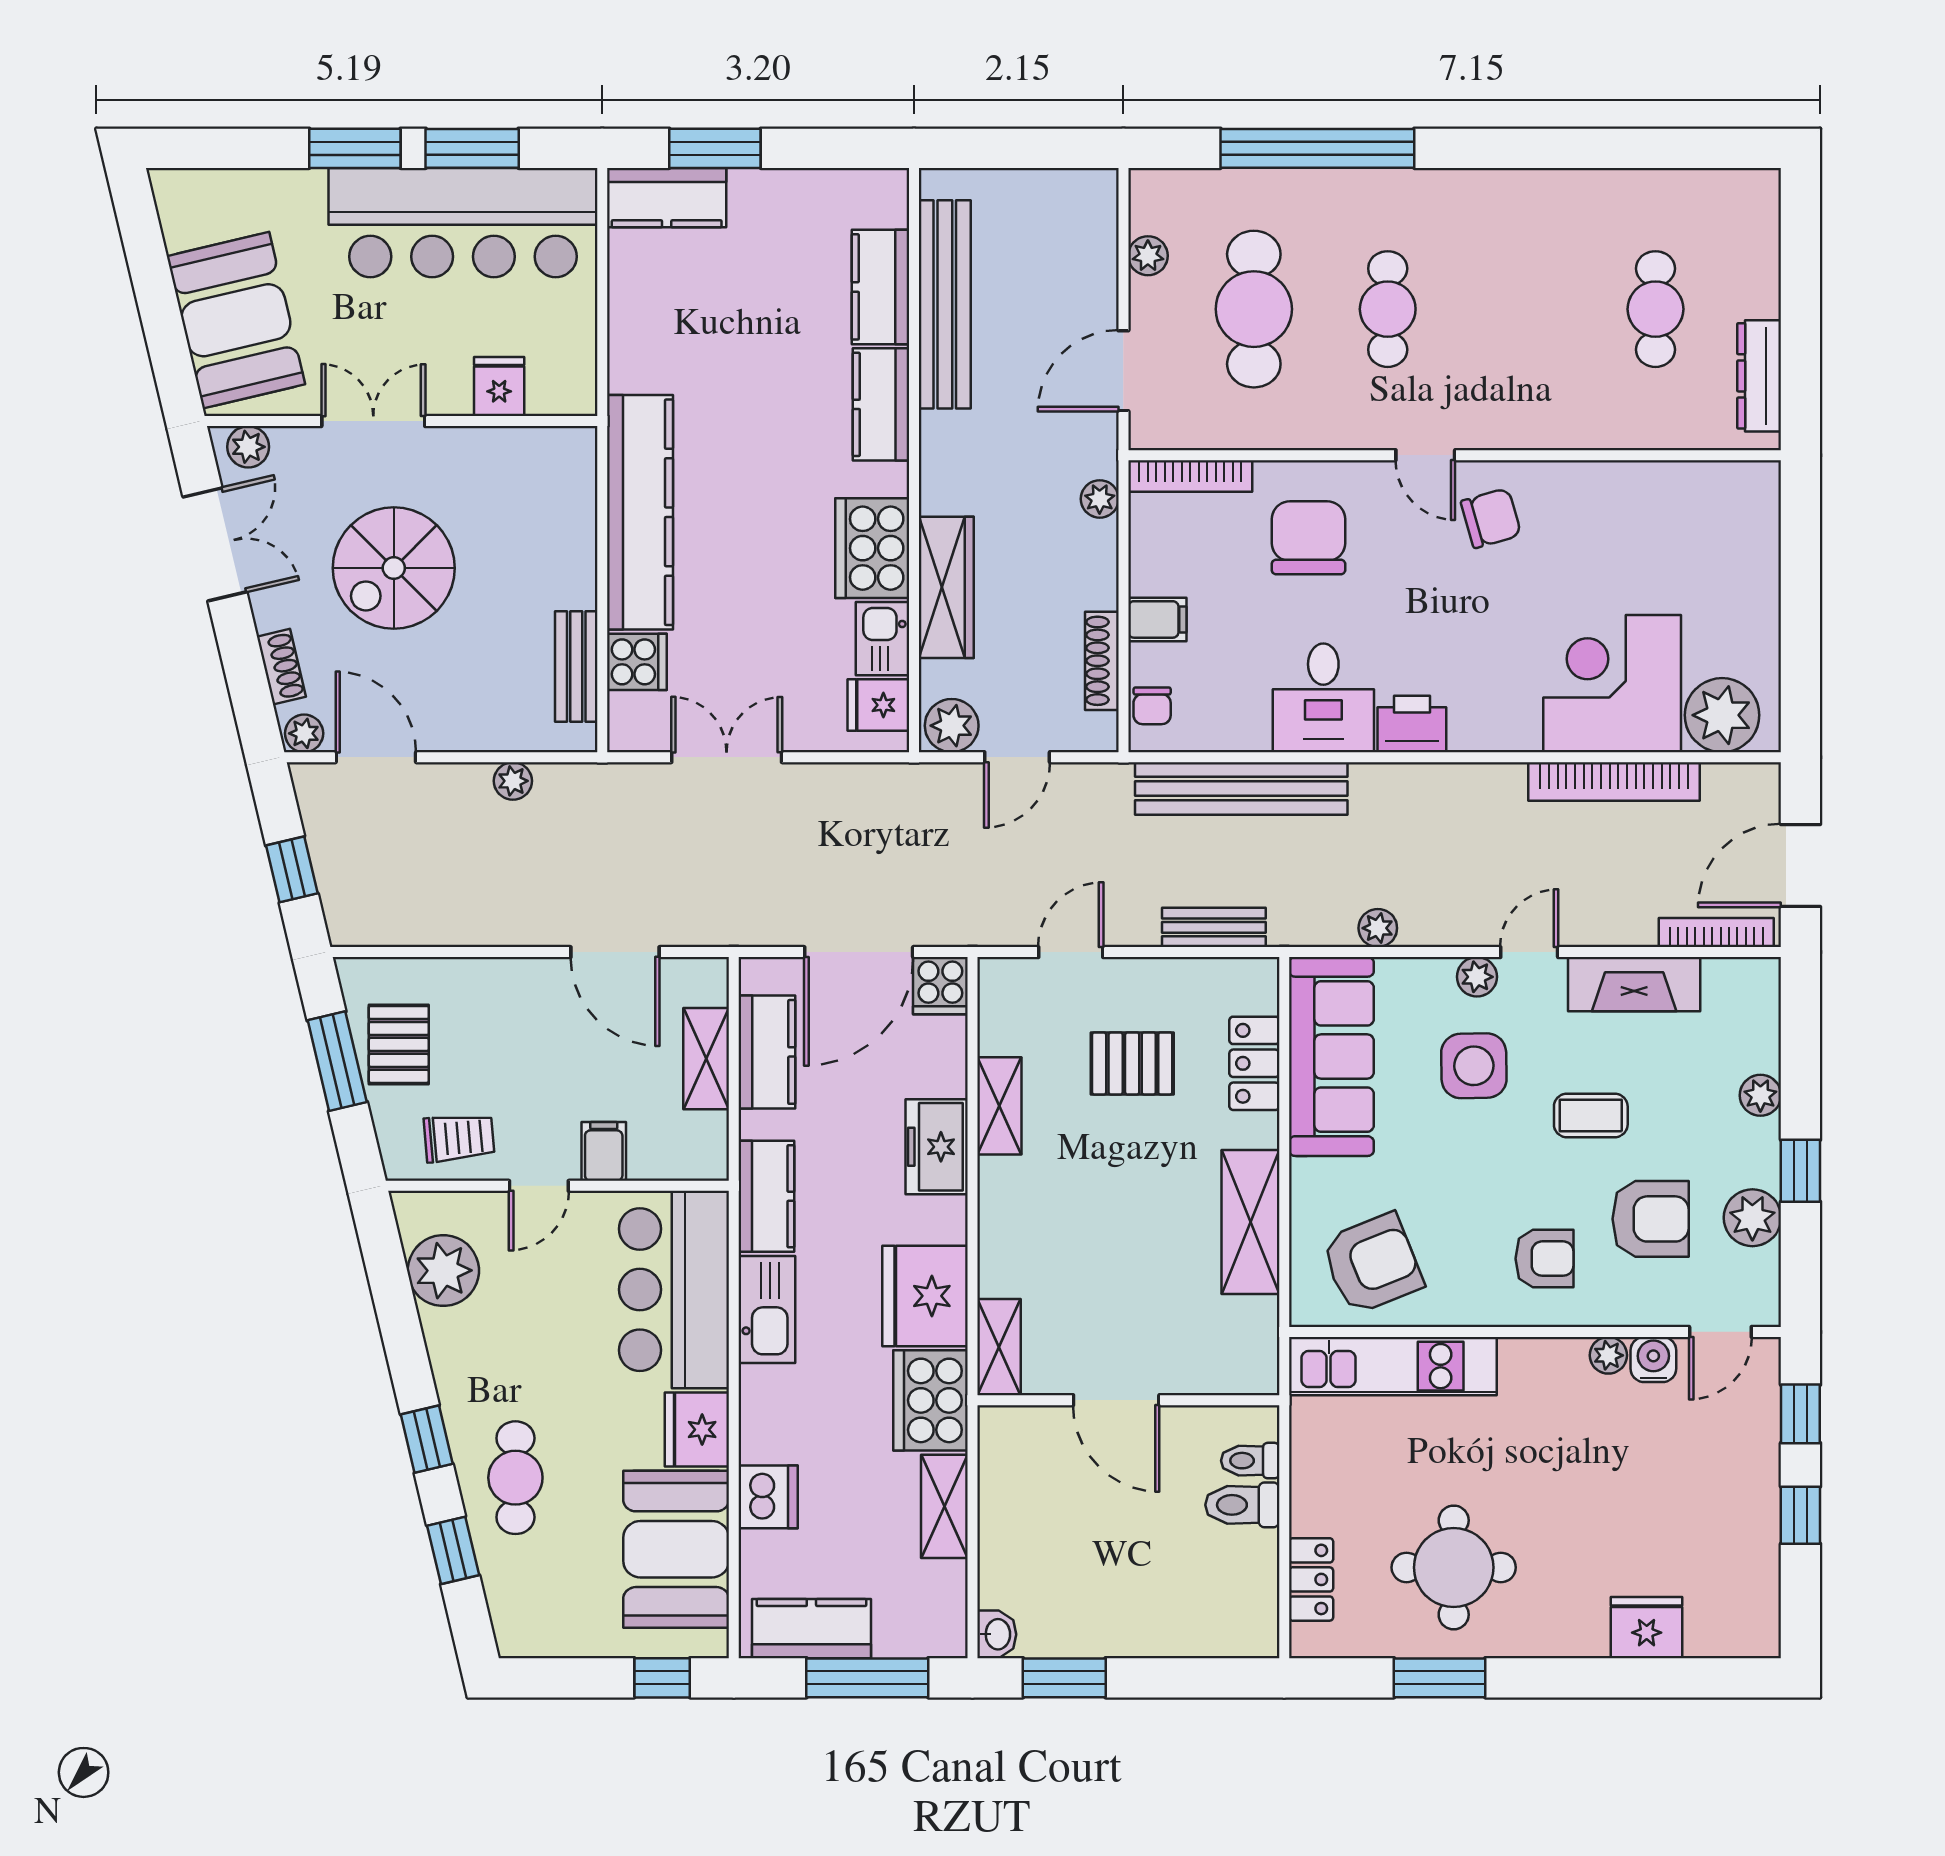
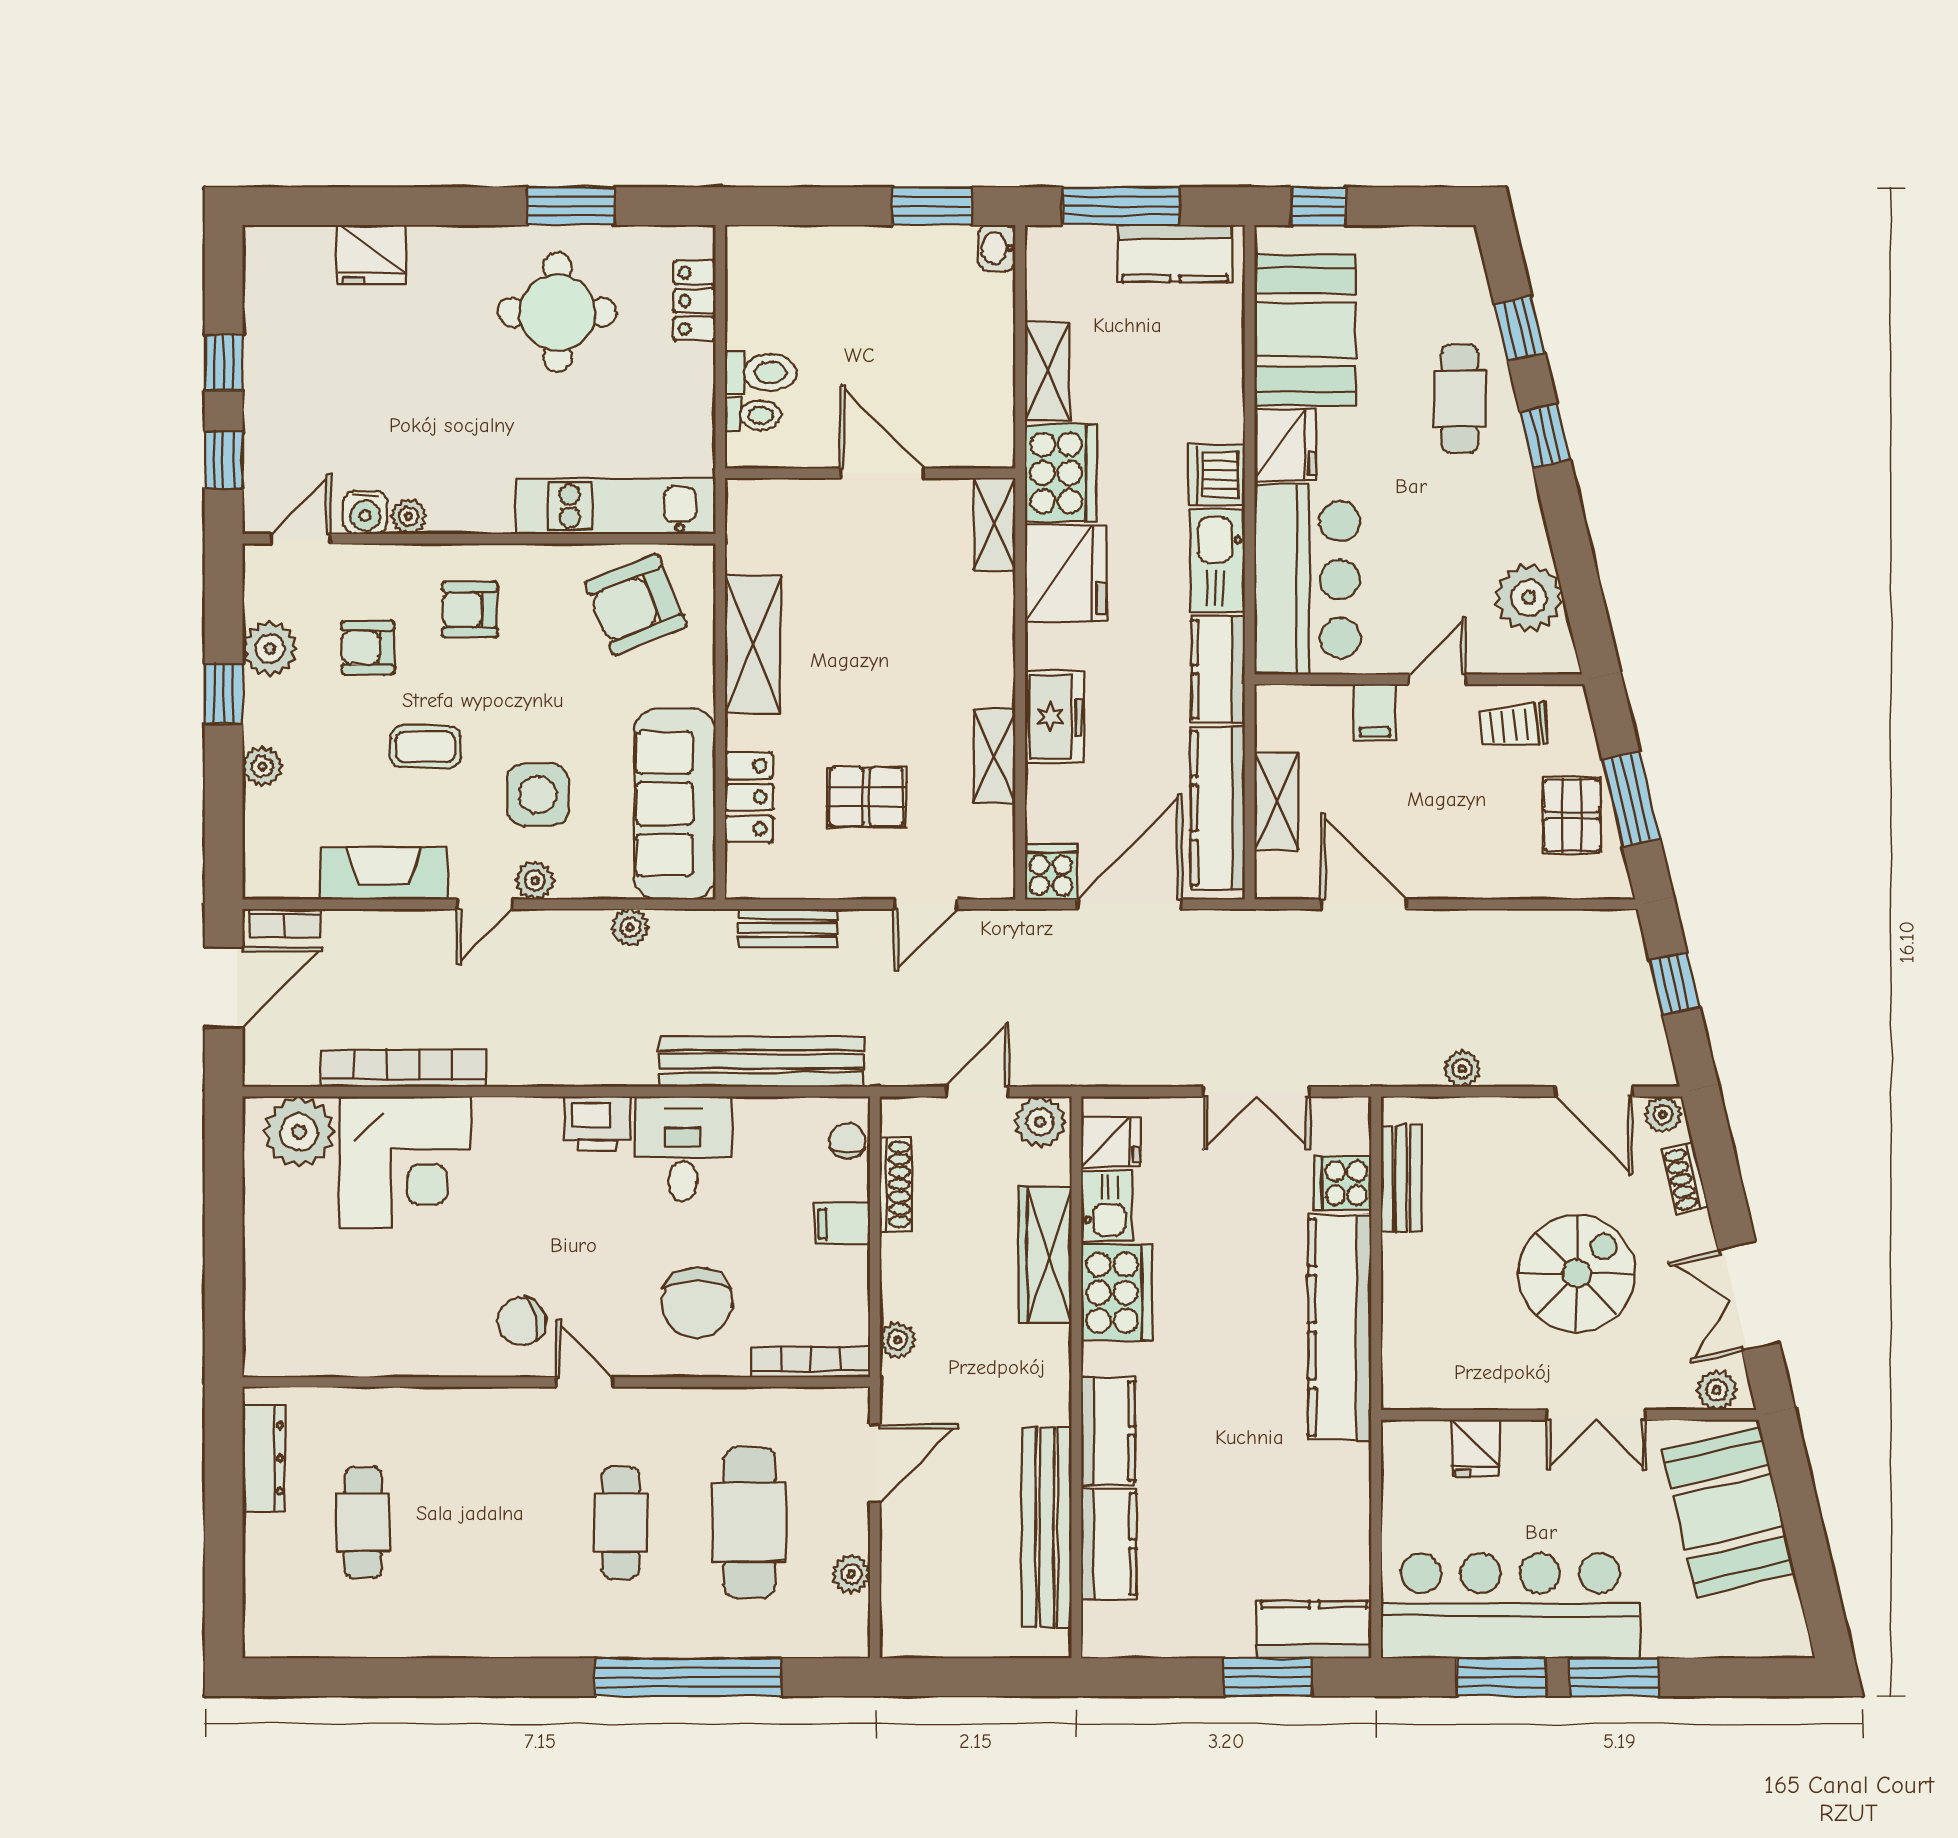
bookcase: (1716, 932) -> (285, 923), width x0.64
kitchen counter: (767, 1052) -> (1218, 808), width x1.50
armchair: (1651, 1219) -> (368, 648), width x0.72, depth x0.72
dishwasher: (768, 1497) -> (1217, 475), moved

